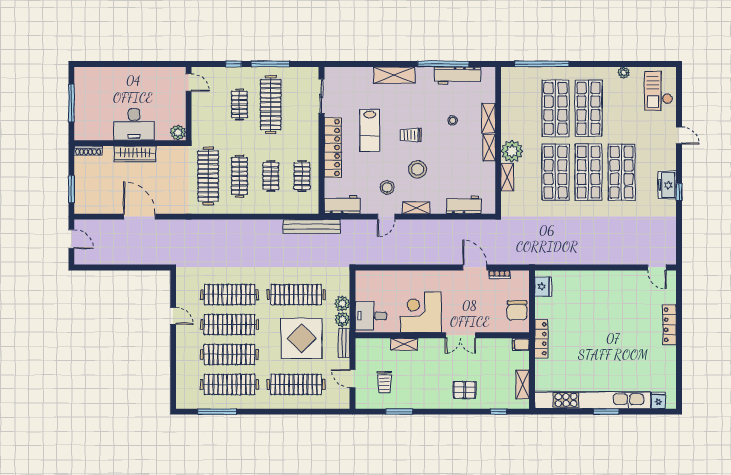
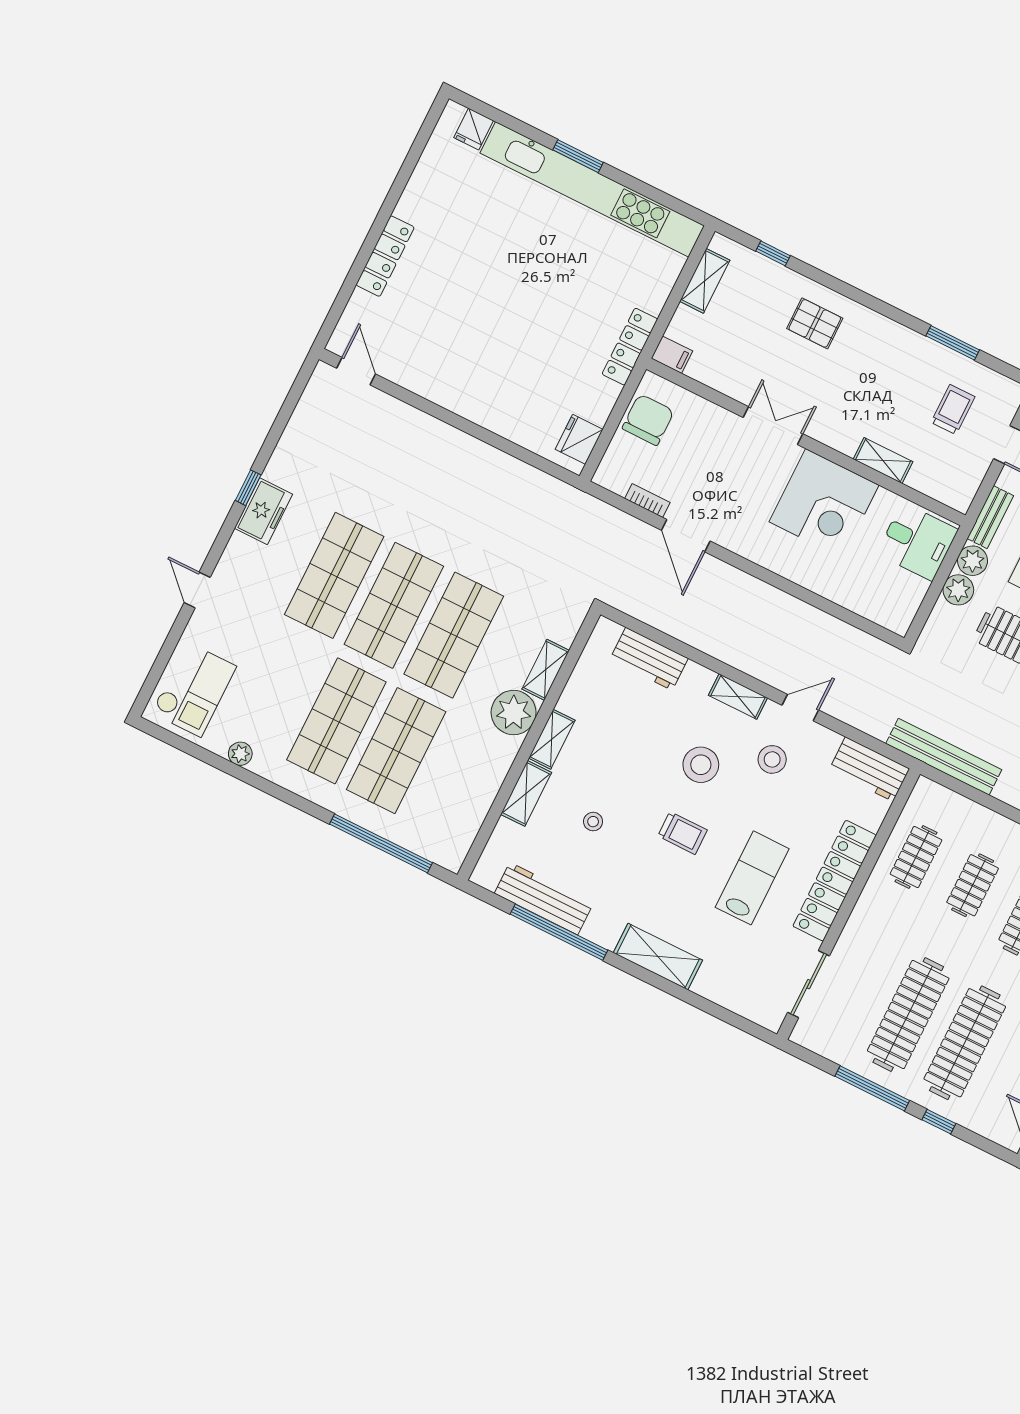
clothes rail: (239, 105) -> (965, 1043), width x1.86, depth x1.31

